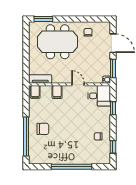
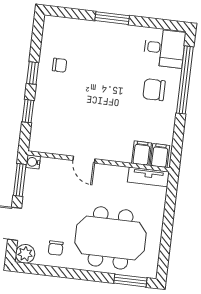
plant: (105, 27) -> (25, 254), added
filing cabinet: (57, 92) -> (141, 153), moved
desk: (99, 96) -> (164, 48), moved, turned 180
window: (113, 147) -> (33, 73), moved
window: (72, 167) -> (112, 18), width x0.47

